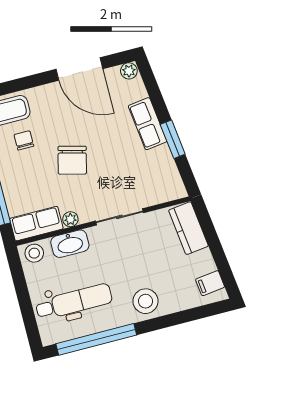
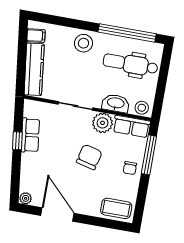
row of seats: (148, 124) -> (30, 135), moved
window: (173, 139) -> (17, 141), width x0.67
chair: (24, 140) -> (130, 168), moved
plant: (70, 219) -> (103, 123), width x1.88, depth x1.88
kitchen counter: (188, 228) -> (34, 69), width x1.50

